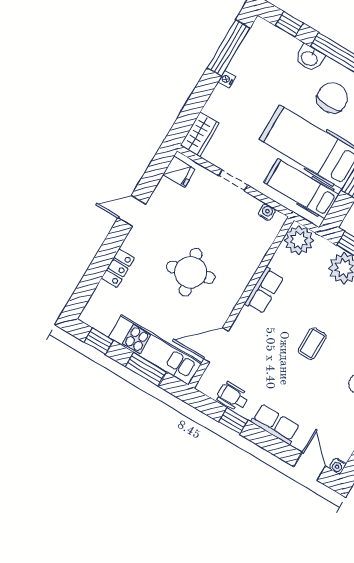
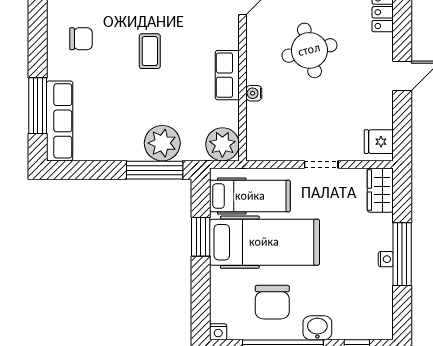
window: (228, 48) -> (402, 254), moved
water cooler: (267, 212) -> (254, 93), moved, turned 90

